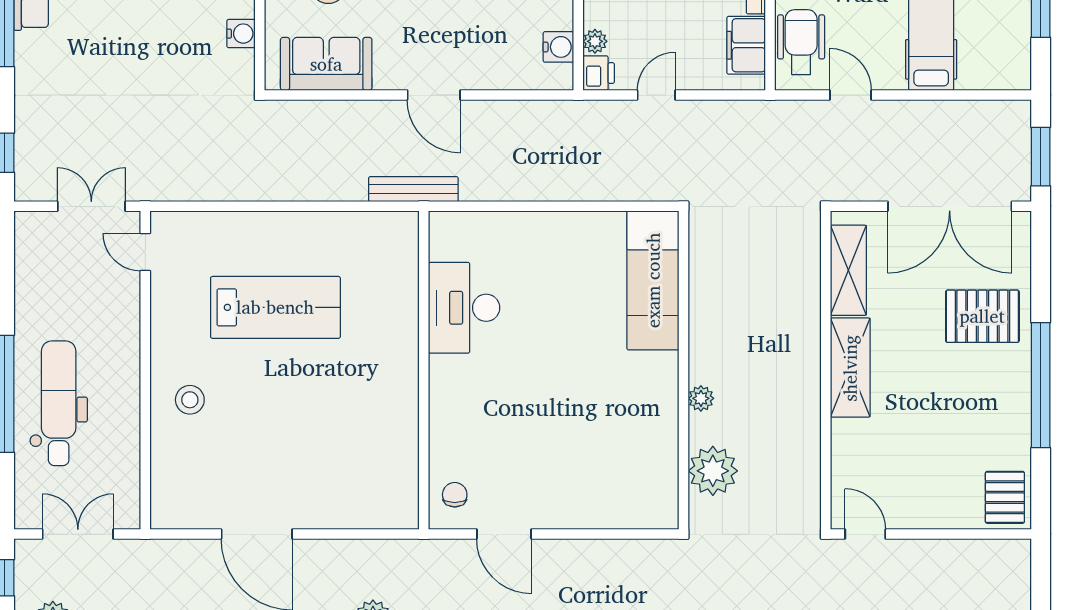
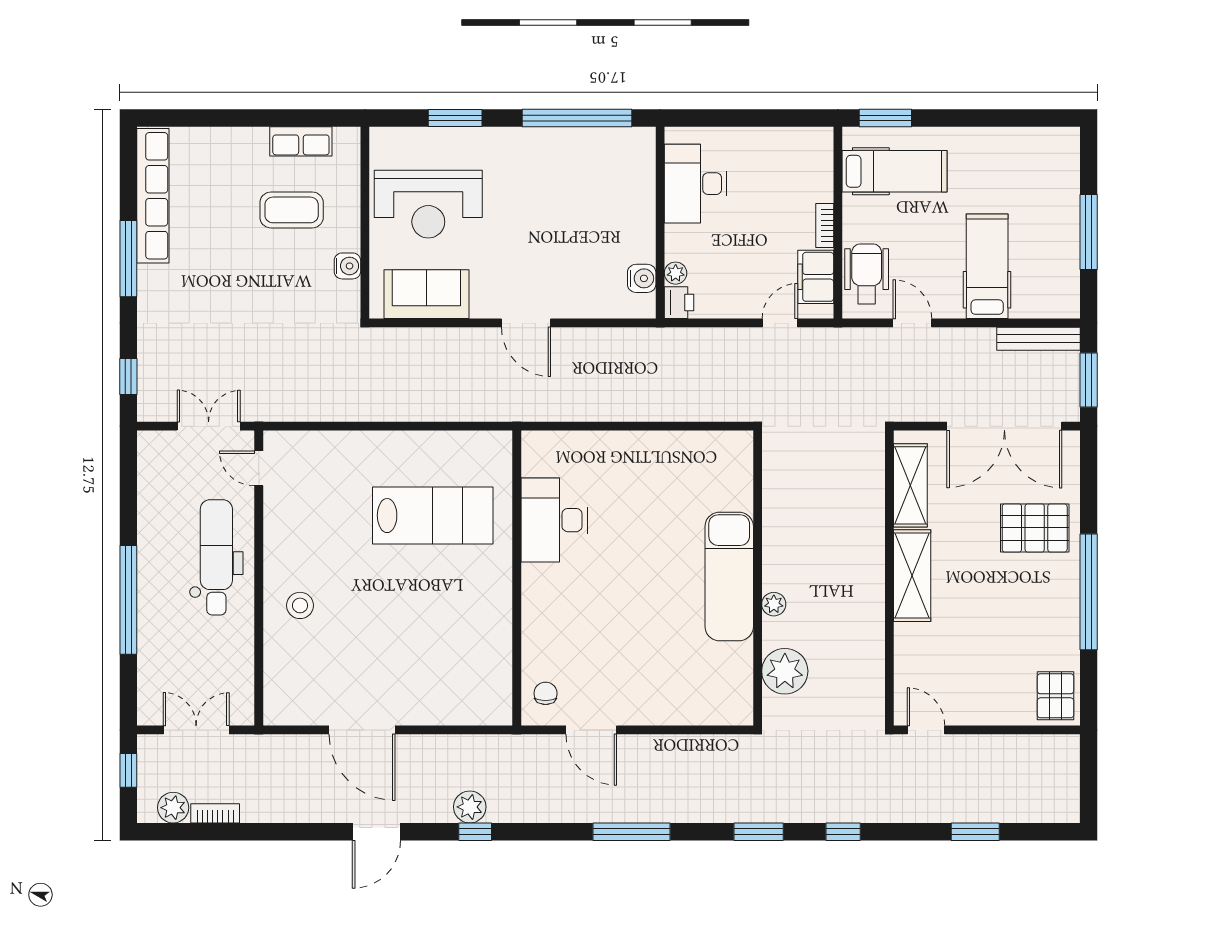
door: (656, 95) -> (780, 323), moved
bench: (413, 189) -> (1038, 339), moved
exam couch: (653, 280) -> (729, 577), moved
lab bench: (275, 307) -> (433, 516), moved
dental chair: (59, 403) -> (216, 557), moved

